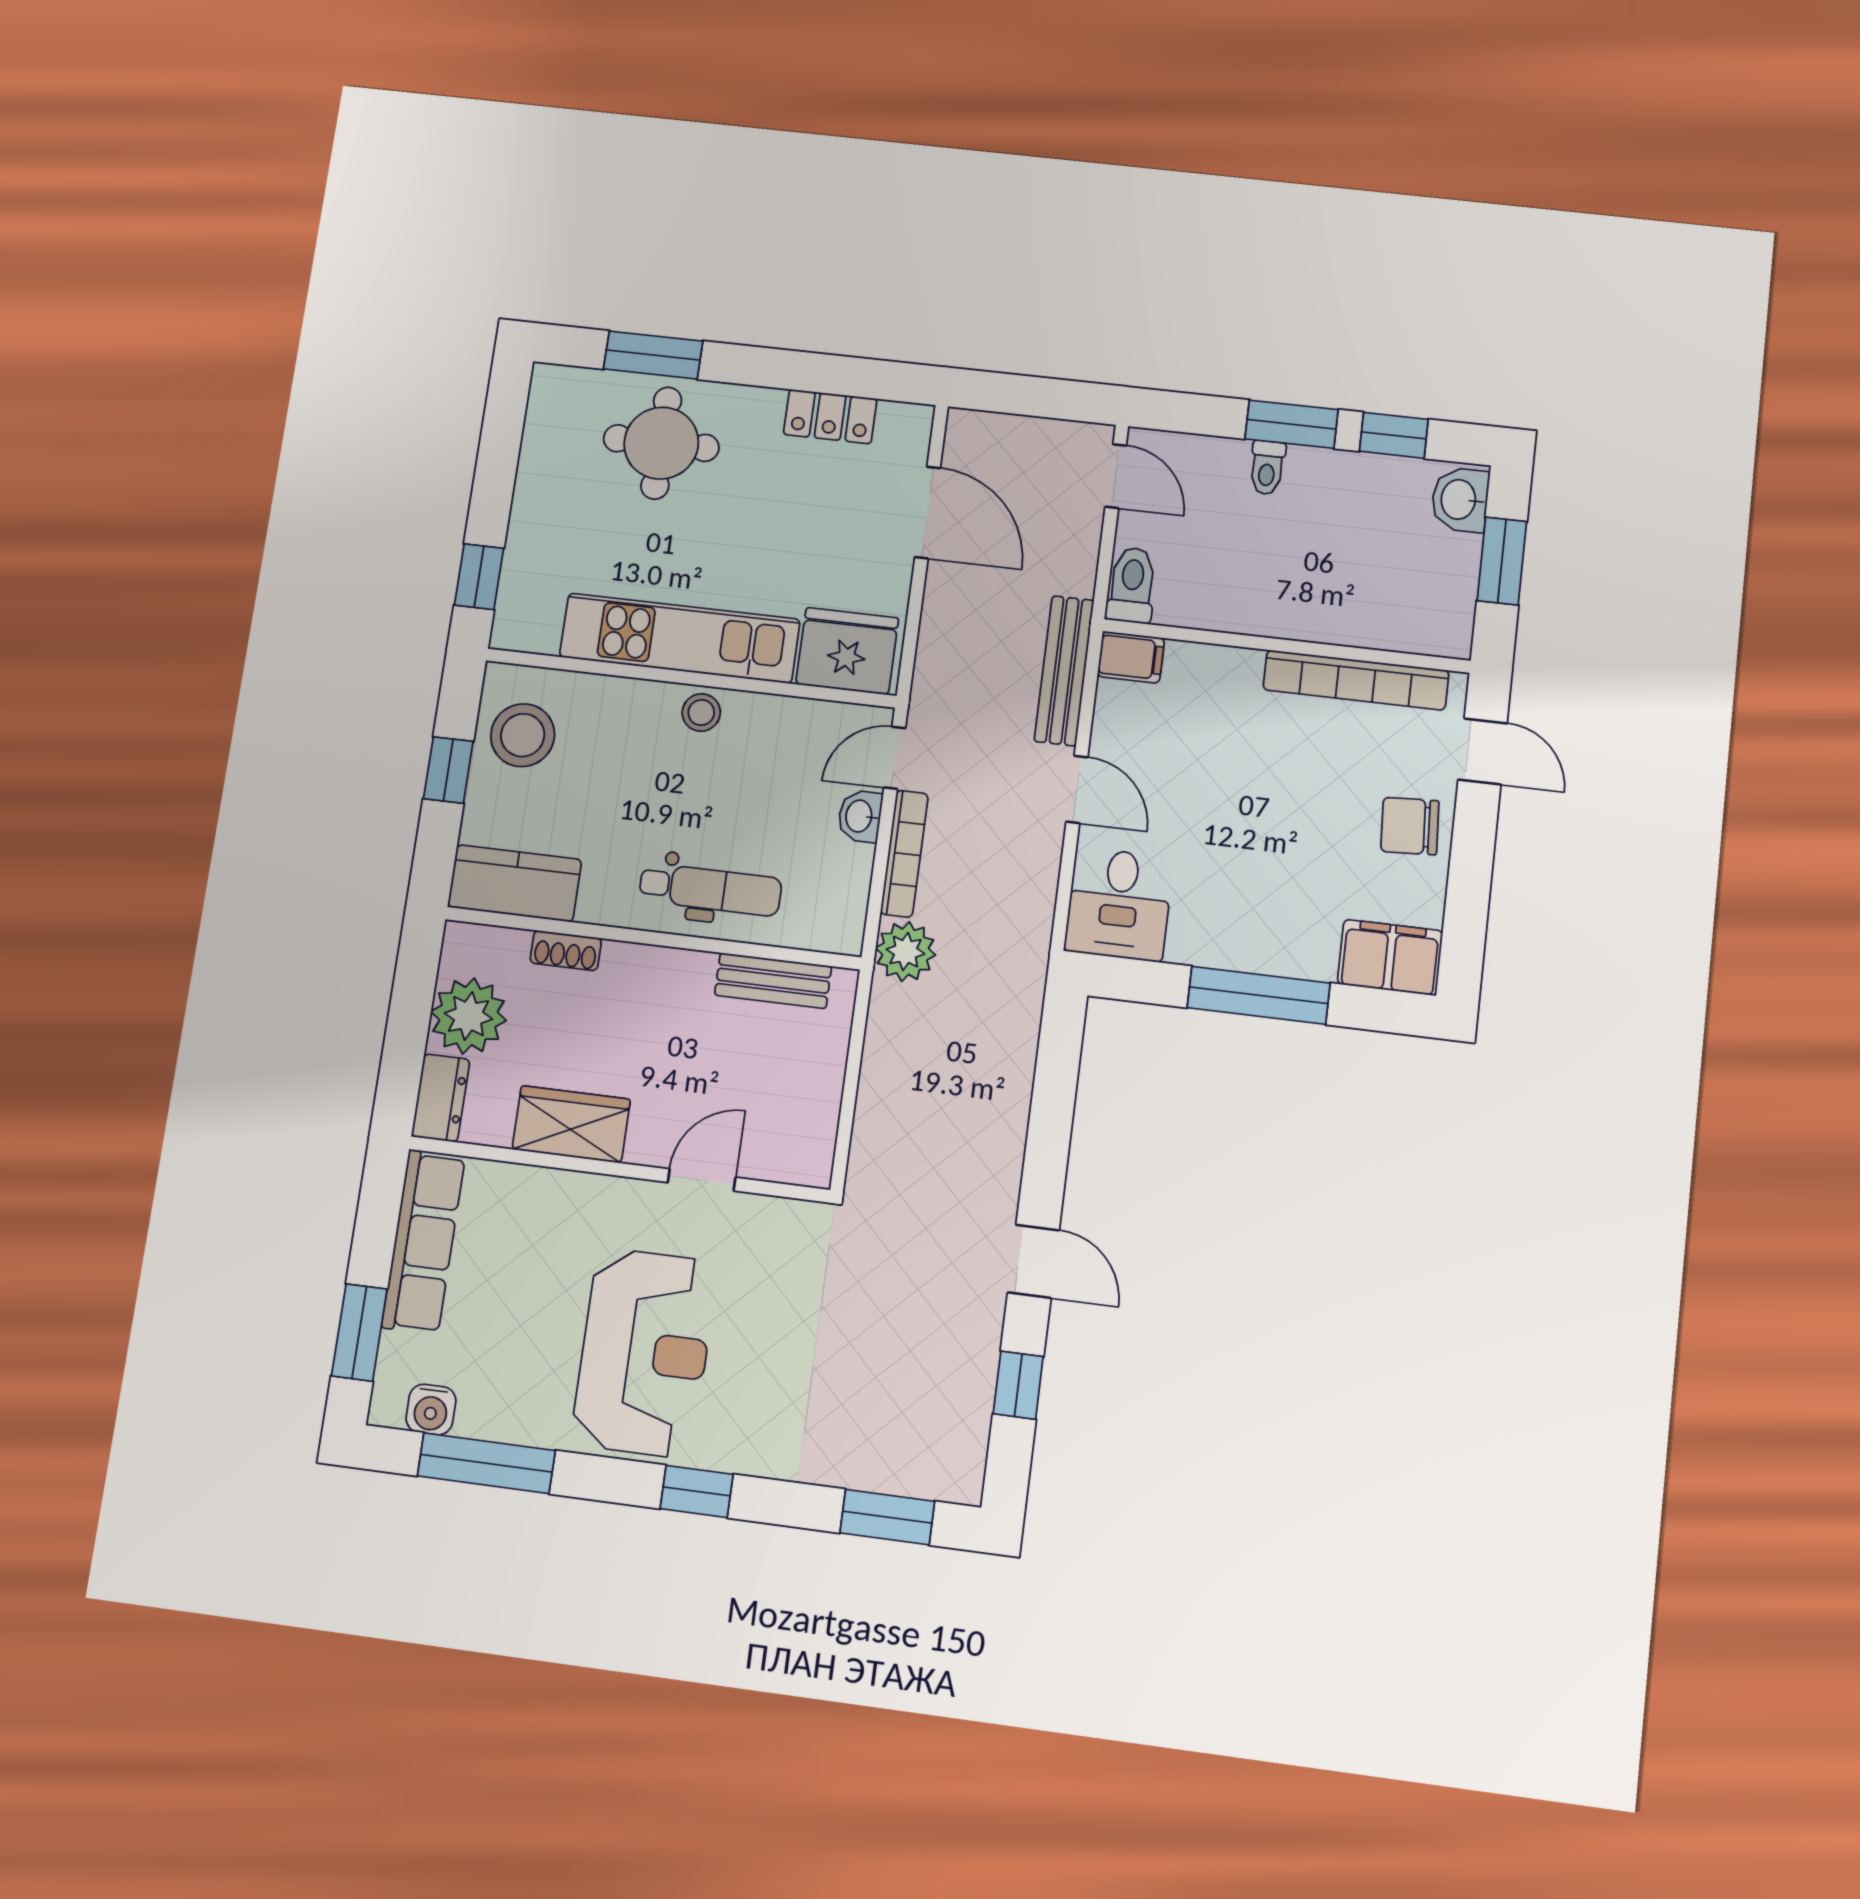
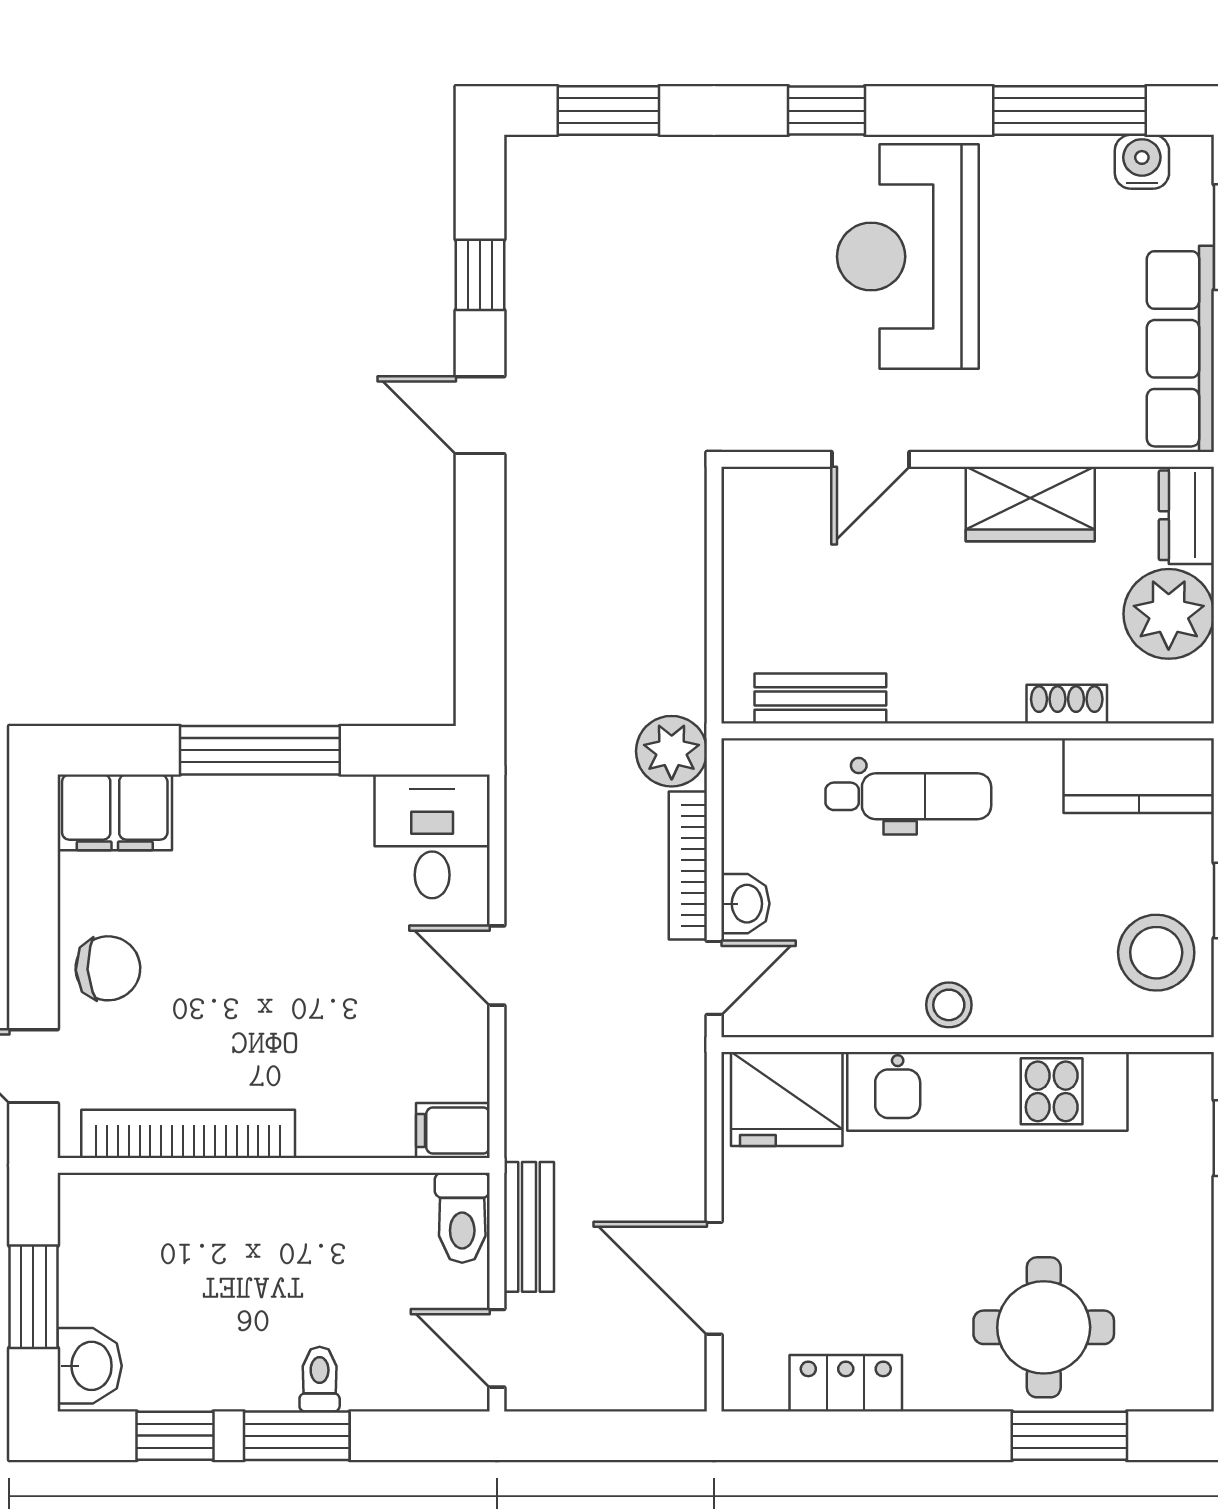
bench: (1064, 671) -> (529, 1227), moved, width x0.73
dental chair: (710, 889) -> (908, 796), turned 180

